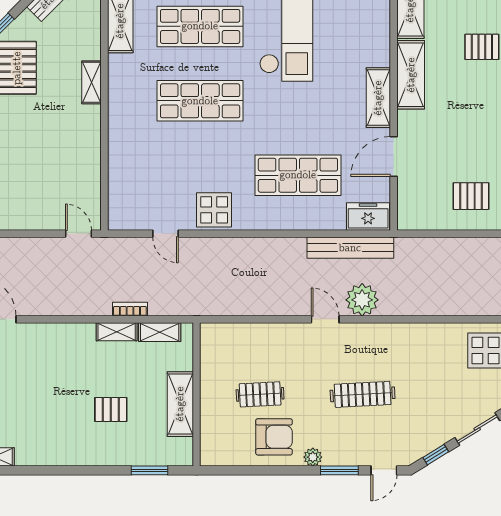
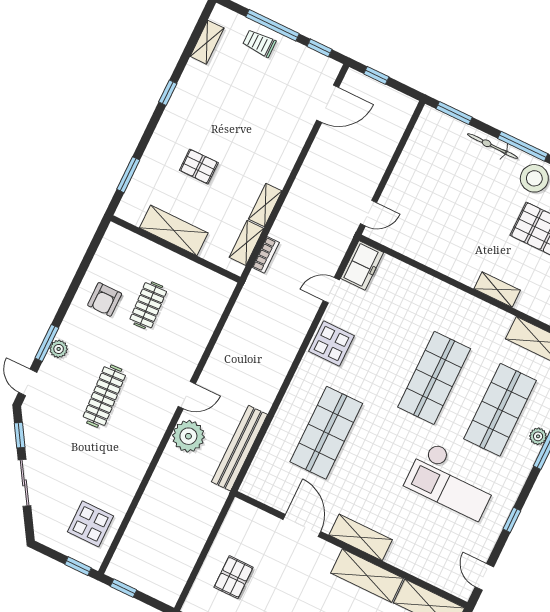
freezer: (368, 216) -> (362, 265), moved
bookcase: (130, 309) -> (266, 255), moved
pallet: (111, 409) -> (199, 166), turned 90
armchair: (274, 437) -> (105, 299), width x0.72, depth x0.72
plant: (313, 457) -> (59, 349), moved
window: (57, 470) -> (168, 93), added

